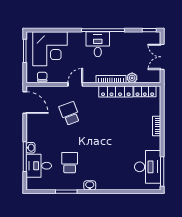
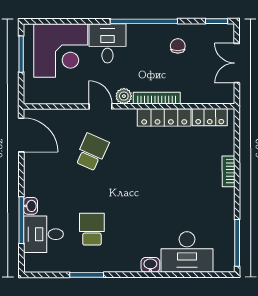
desk: (98, 44) -> (107, 43), moved
chair: (42, 77) -> (178, 46), moved
plant: (132, 78) -> (124, 96), moved
door: (75, 84) -> (101, 106), hinge flipped
school desk: (70, 113) -> (92, 152), turned 45
desk: (148, 167) -> (187, 252), moved, turned 90
washbasin: (90, 185) -> (150, 265), moved

